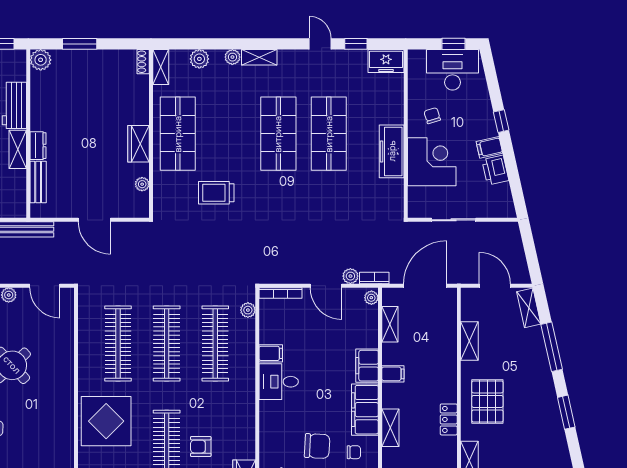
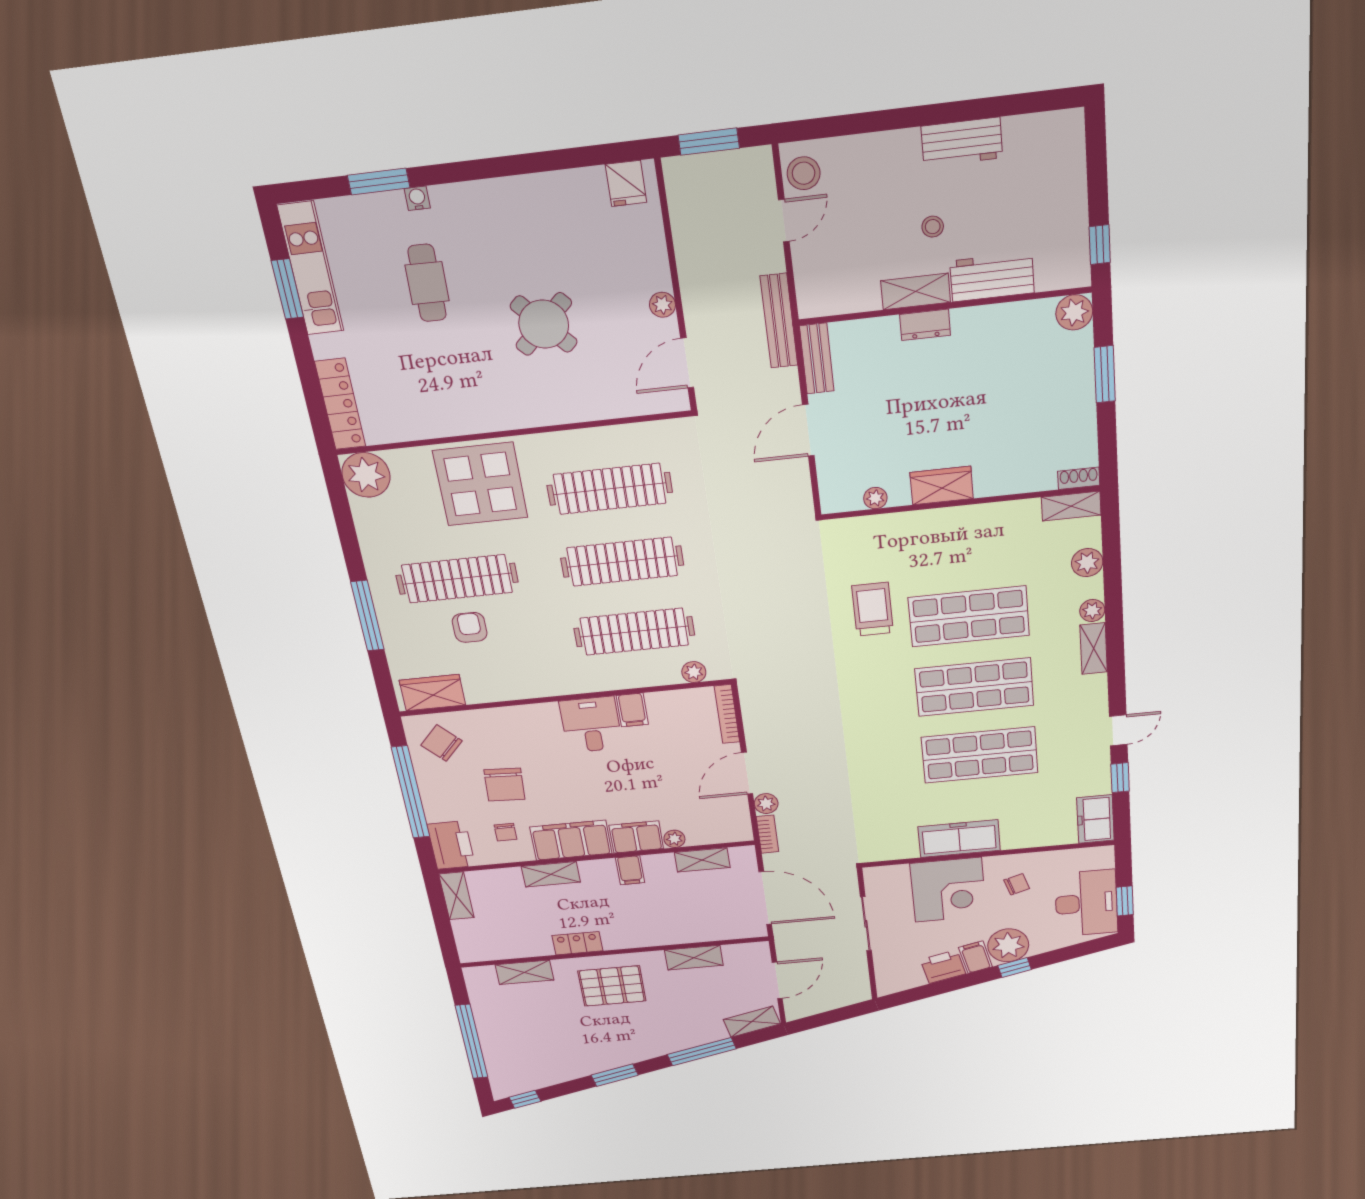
plant: (482, 124) -> (1008, 945), added
shop shelf: (178, 134) -> (969, 616), moved
bench: (38, 182) -> (817, 359), moved, turned 90
plant: (371, 298) -> (674, 839), moved

